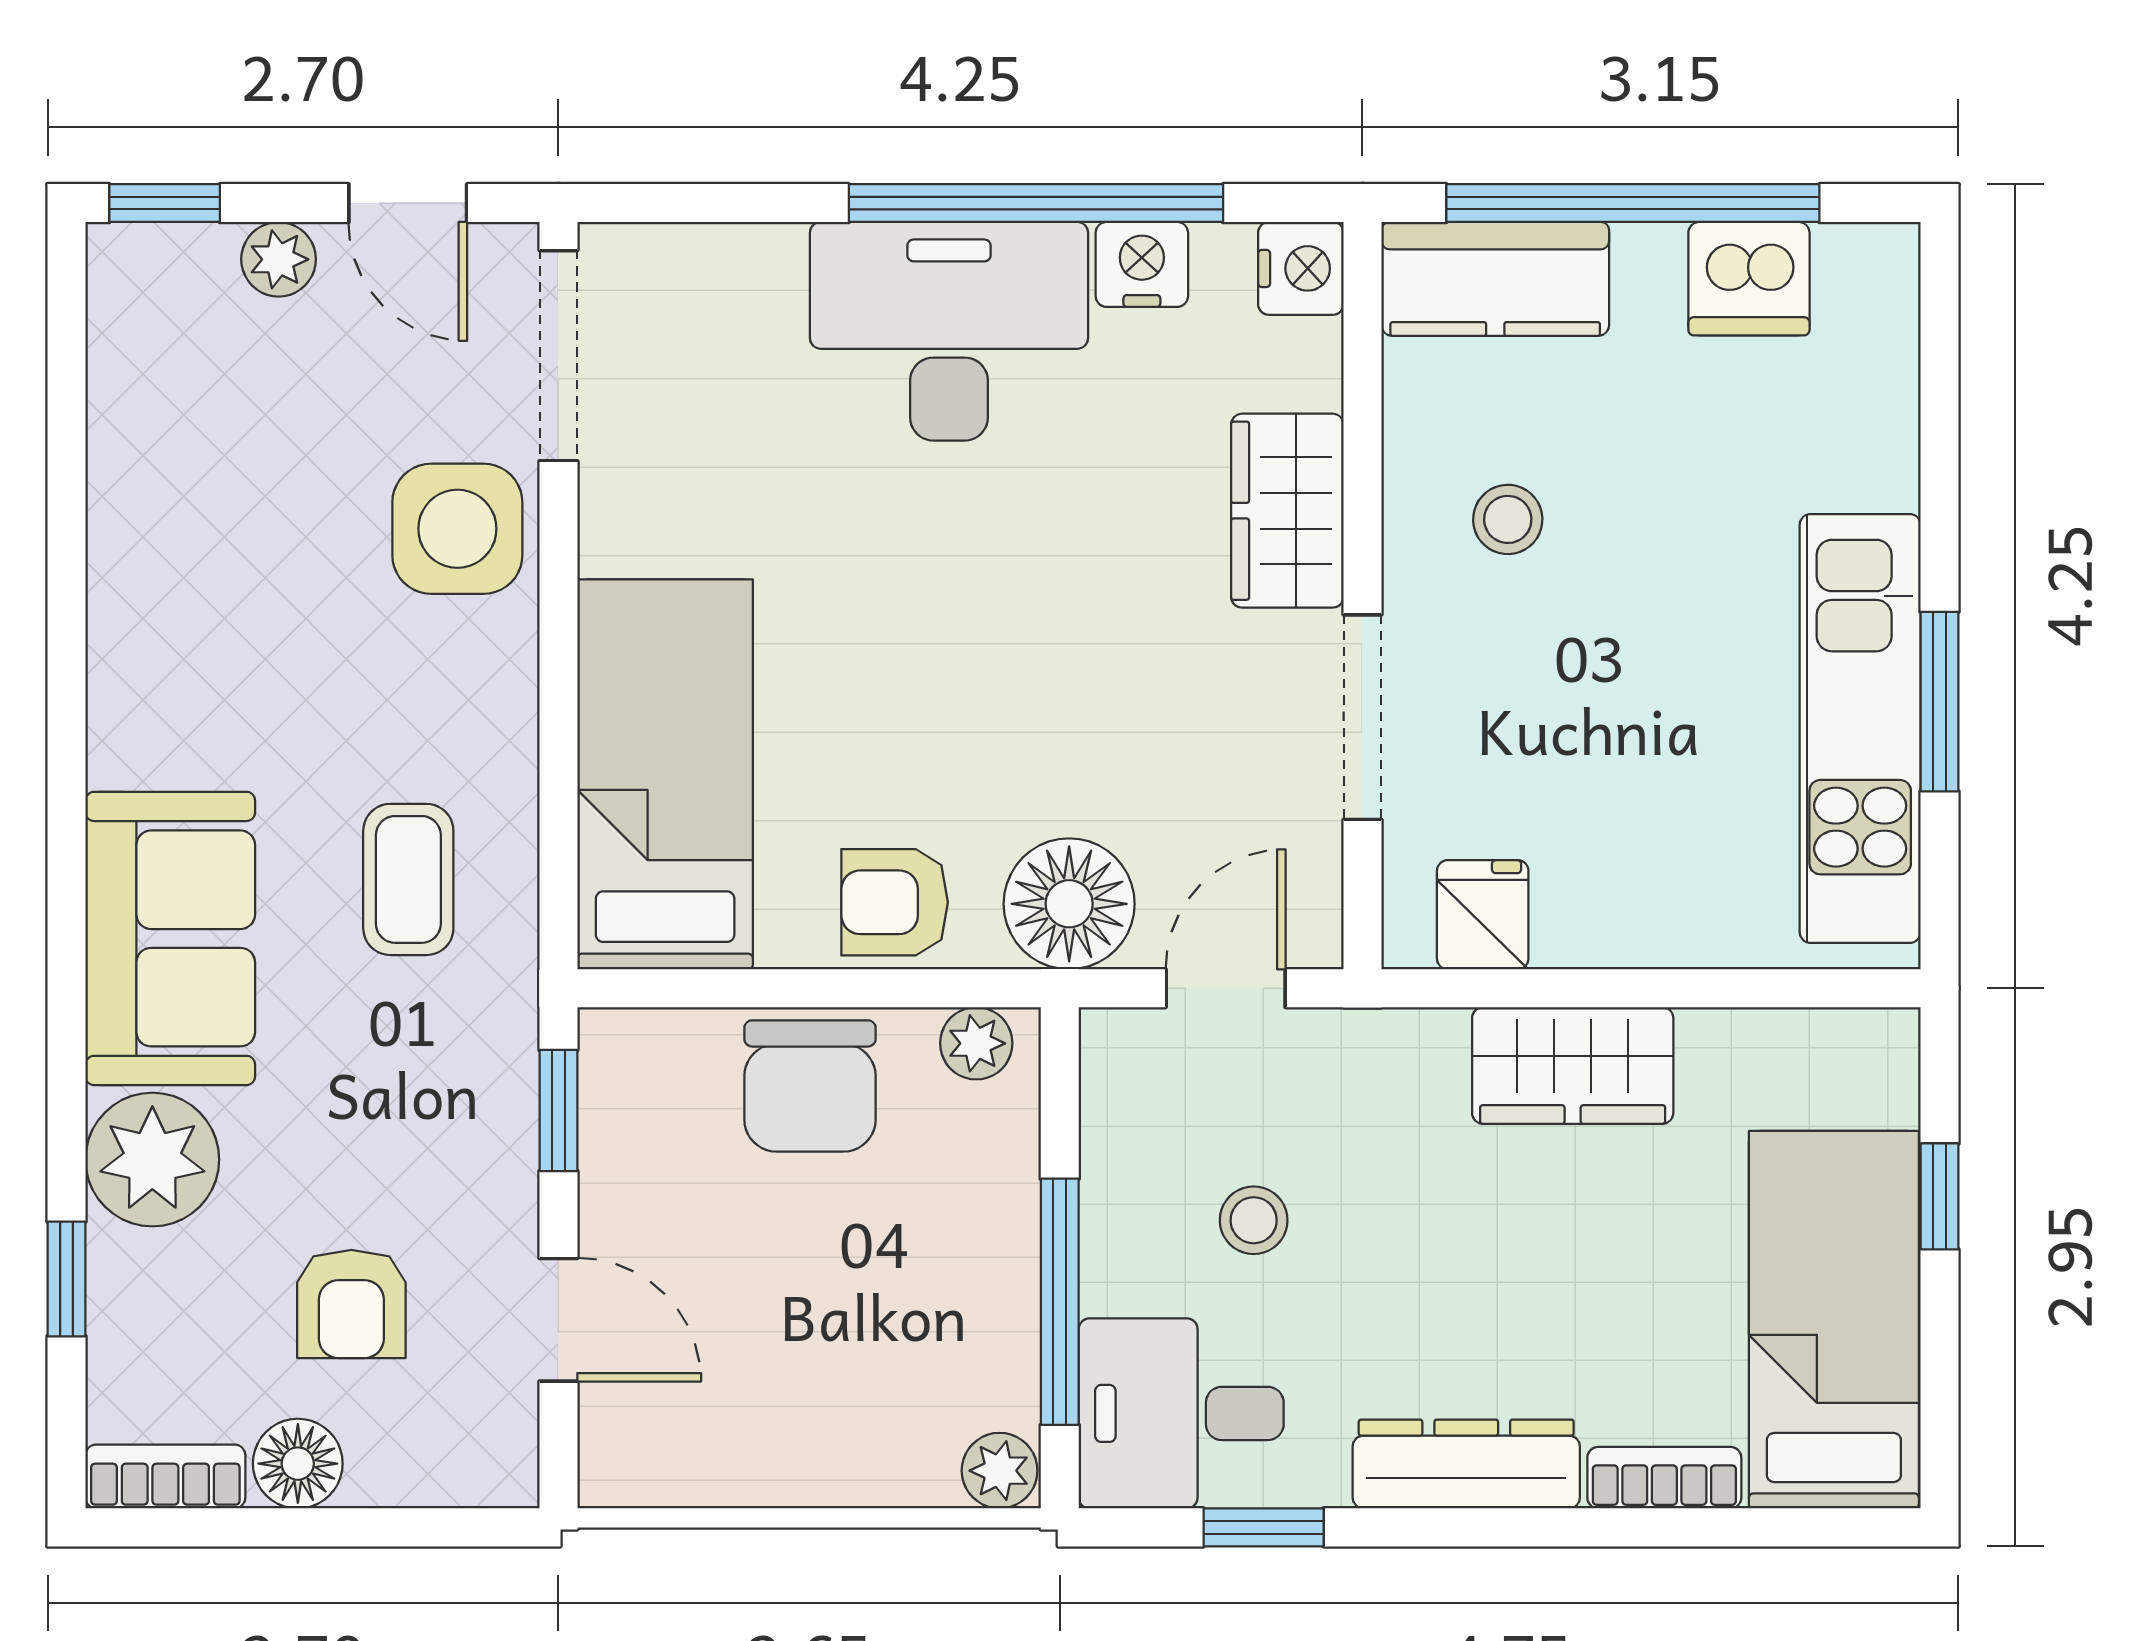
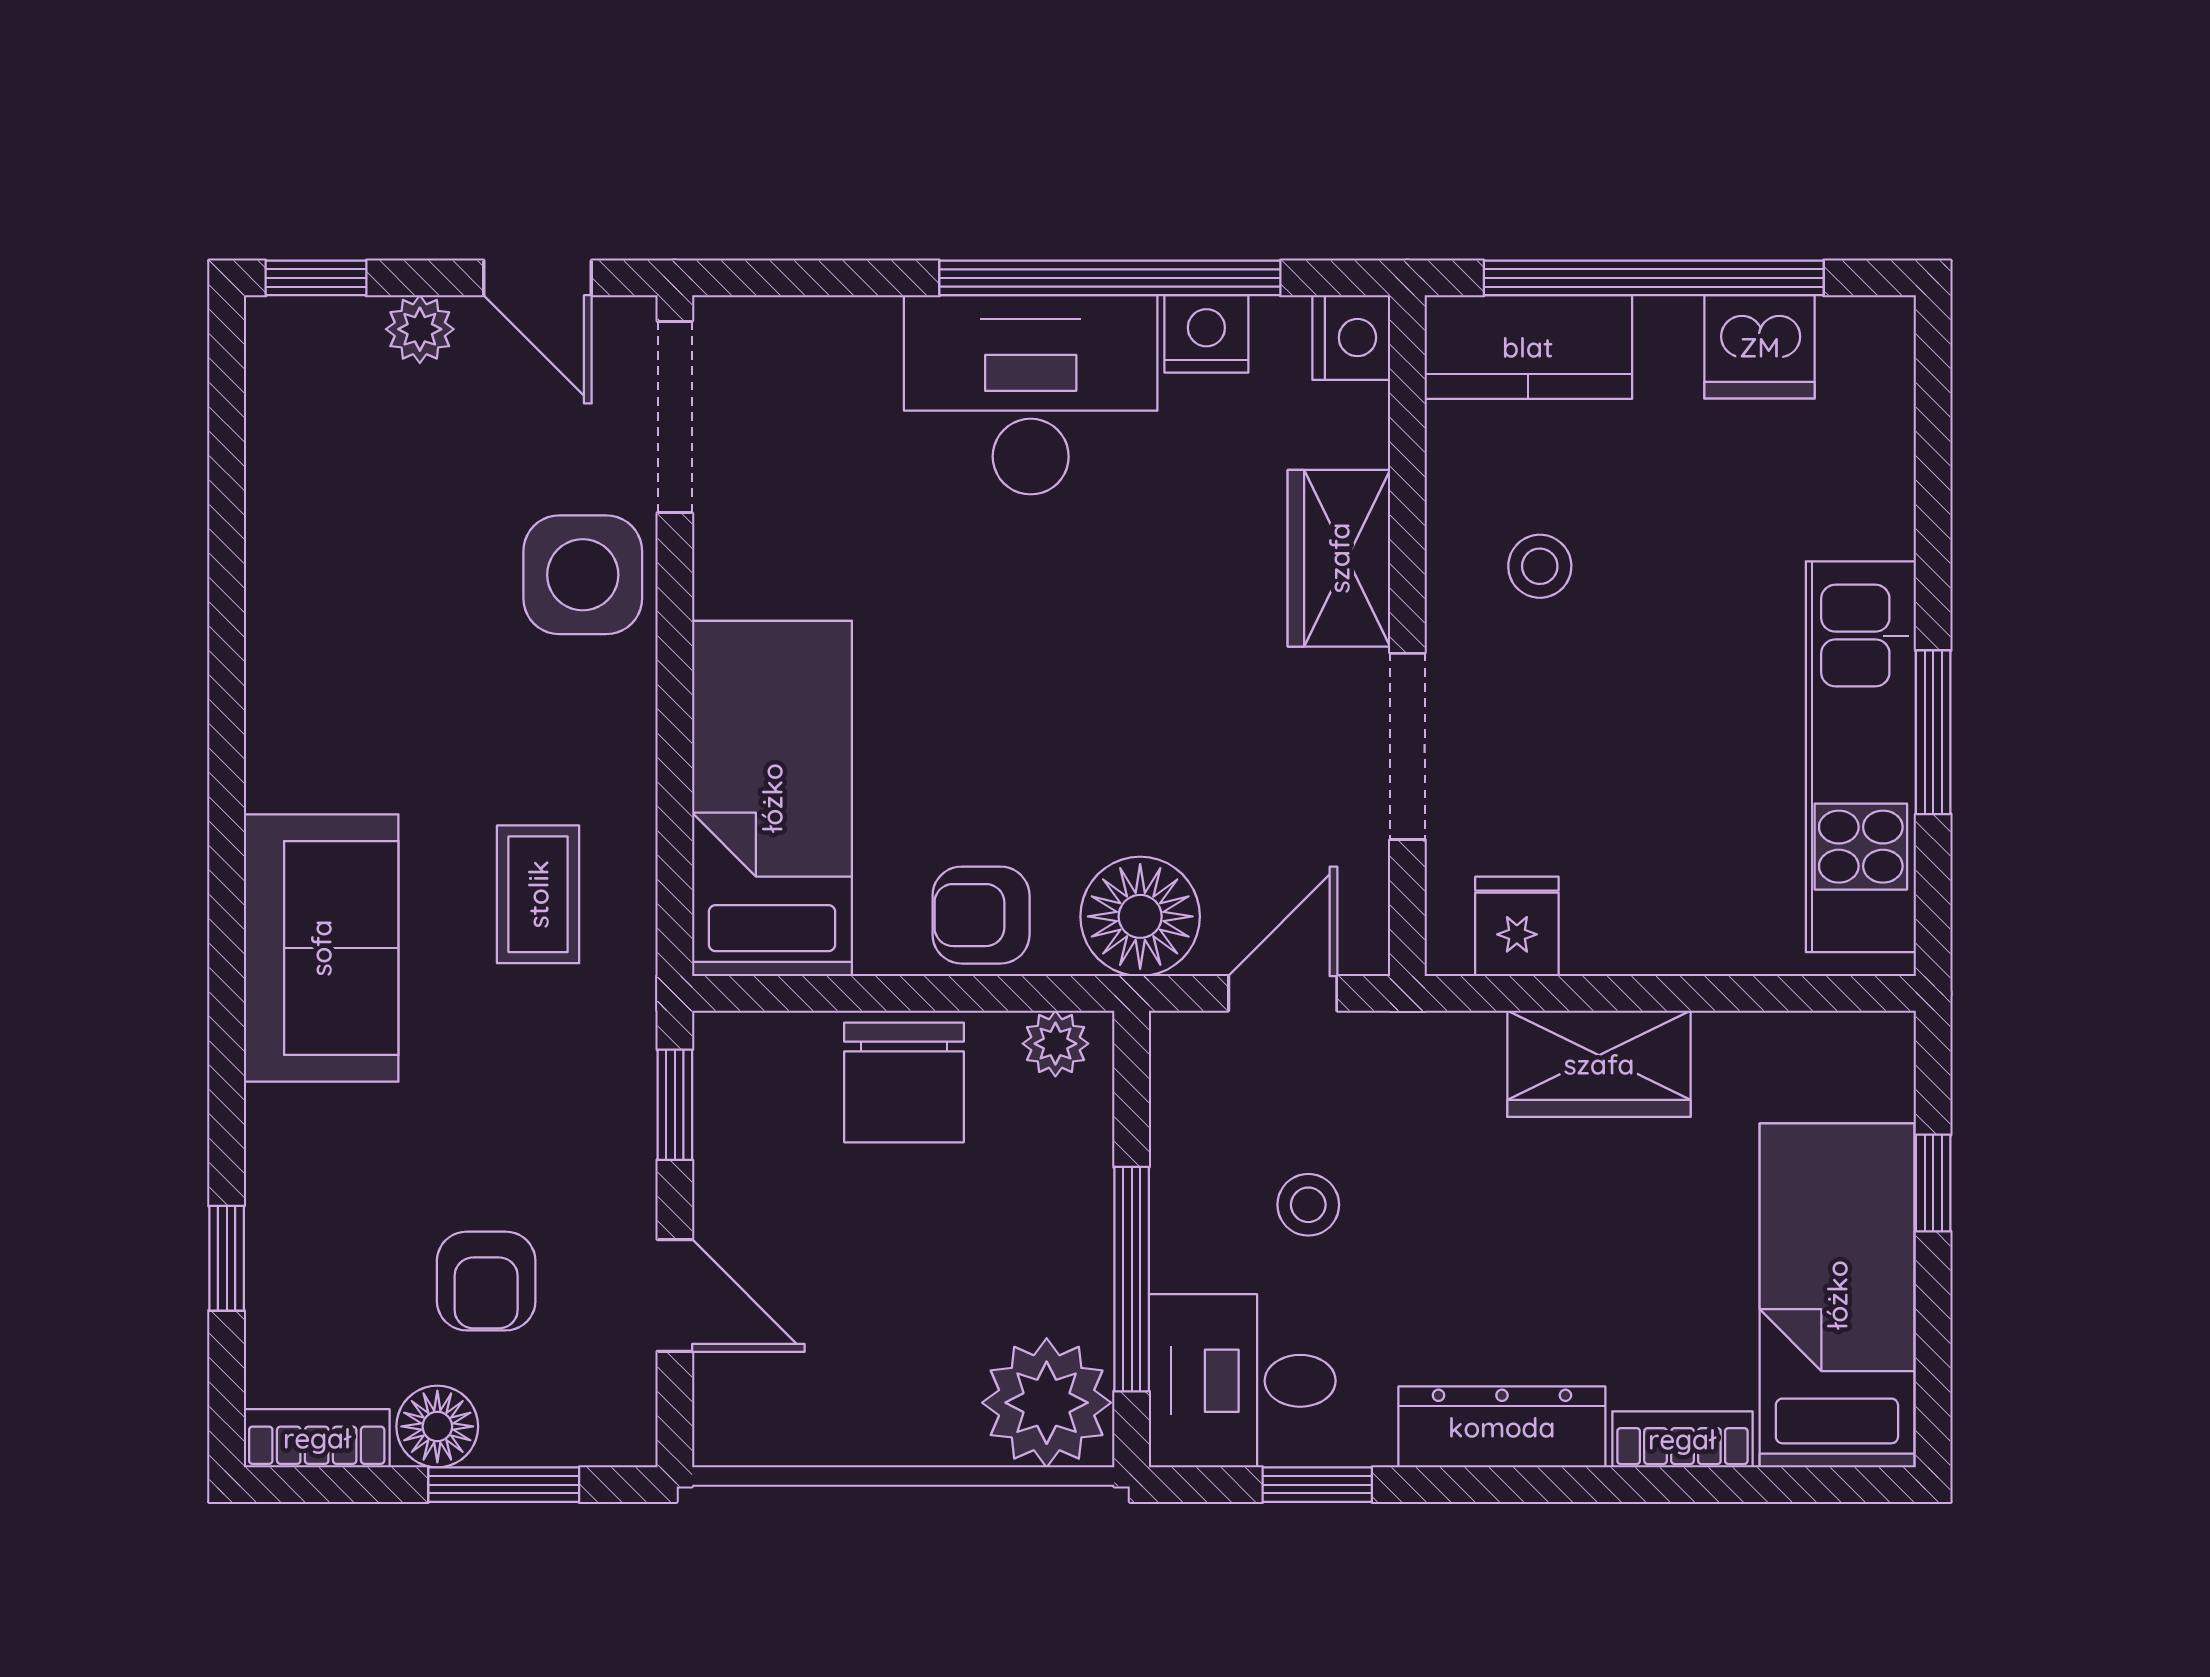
plant: (152, 1160) -> (305, 1149), removed
plant: (1000, 1471) -> (1047, 1403), width x1.87, depth x1.87
window: (371, 1527) -> (504, 1485), added

